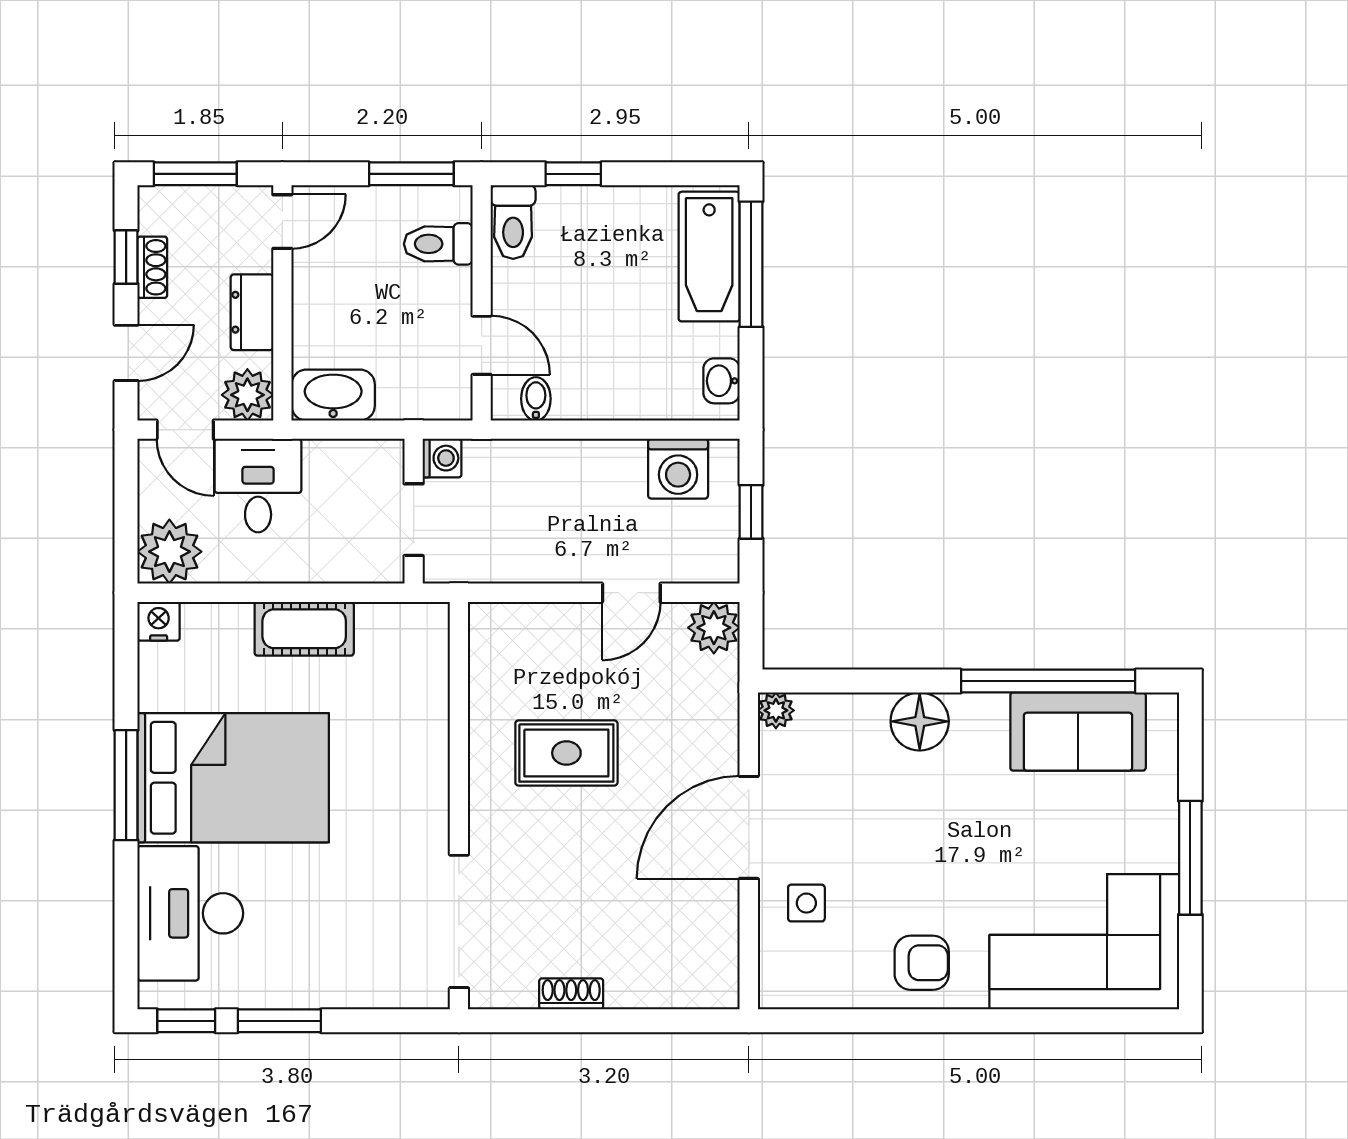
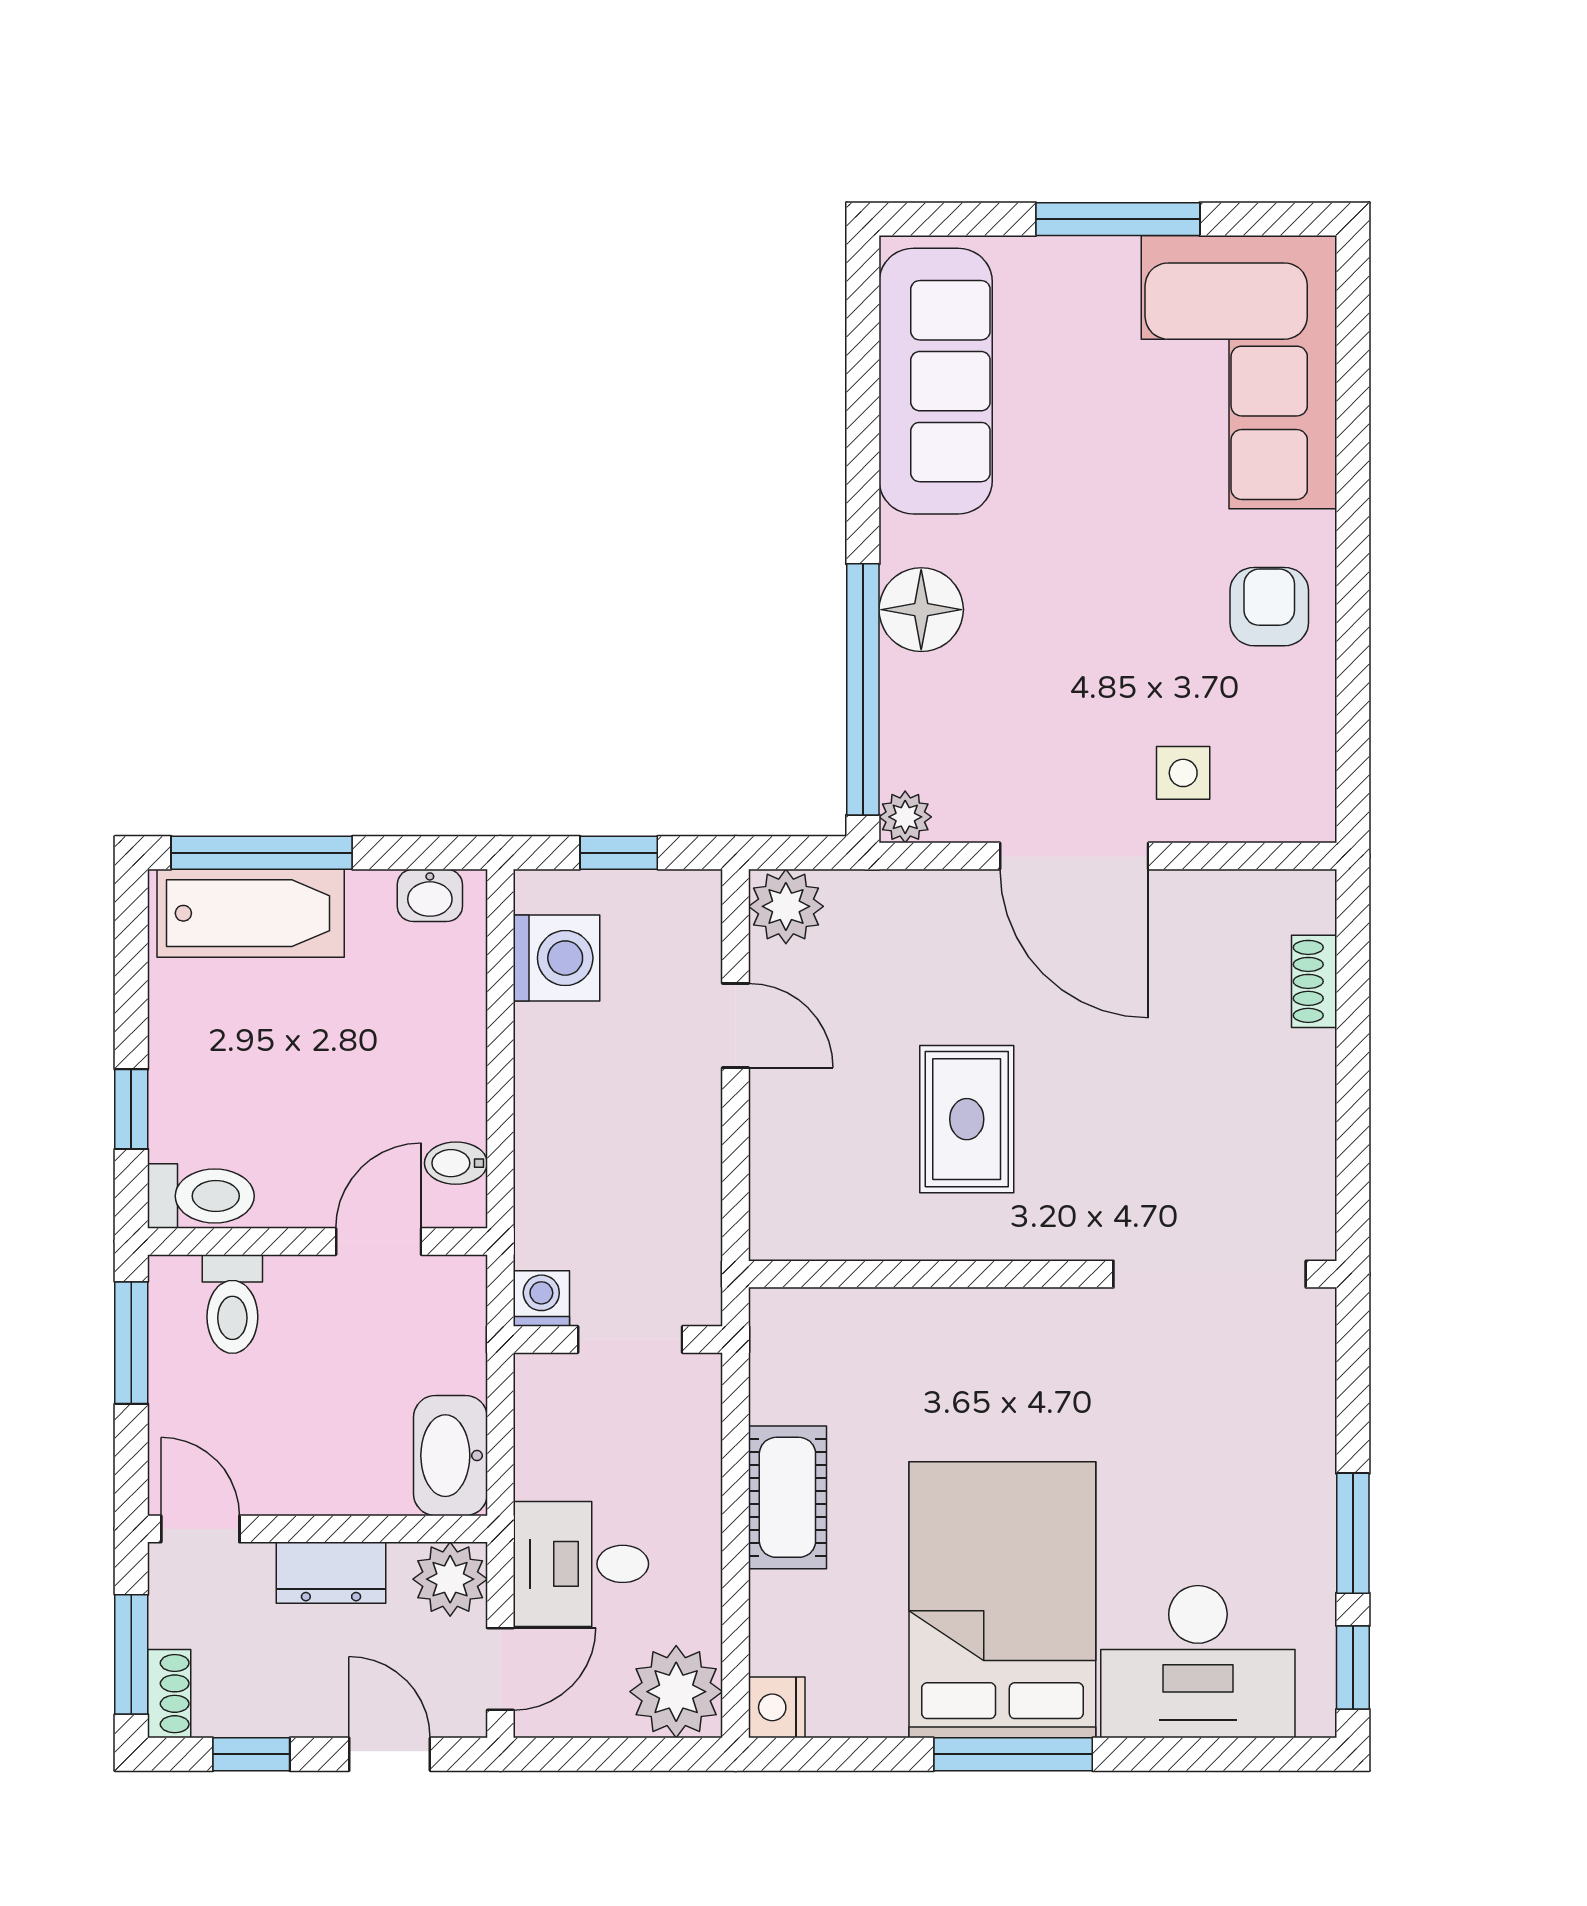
shoe rack: (152, 267) -> (169, 1694), moved, turned 90
window: (1048, 681) -> (863, 689), moved
sofa: (1078, 732) -> (936, 381), width x1.36
shoe rack: (571, 994) -> (1314, 981), moved

